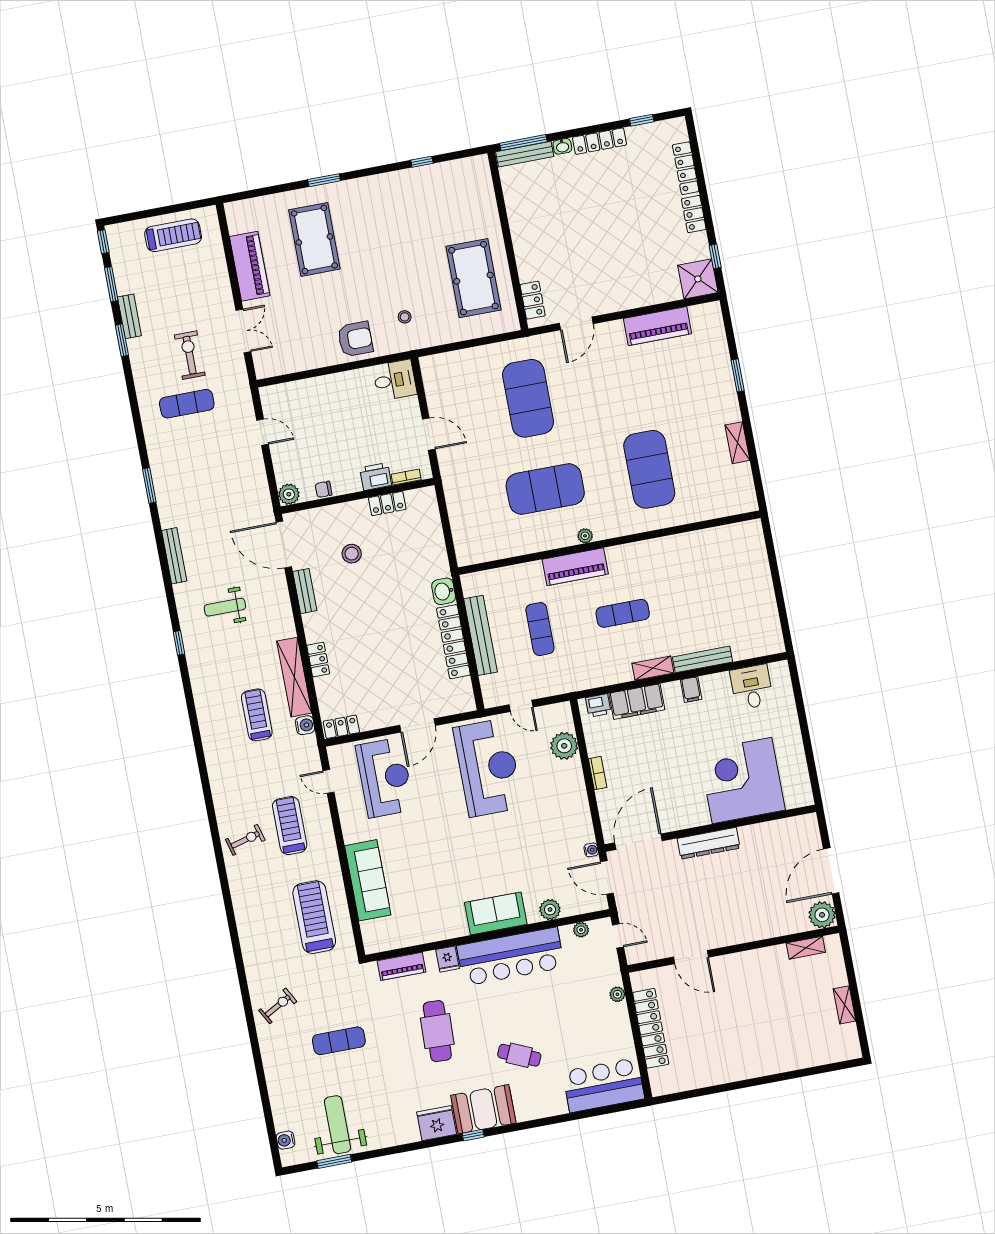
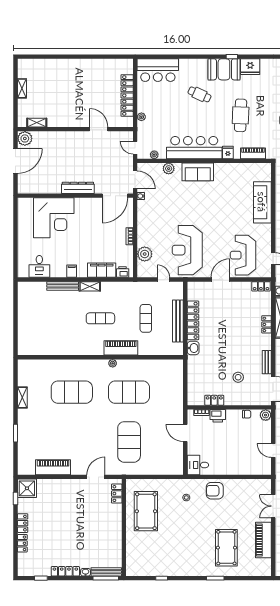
locker: (686, 168) -> (22, 543), width x0.66
exercise mat: (649, 469) -> (72, 392), turned 90

